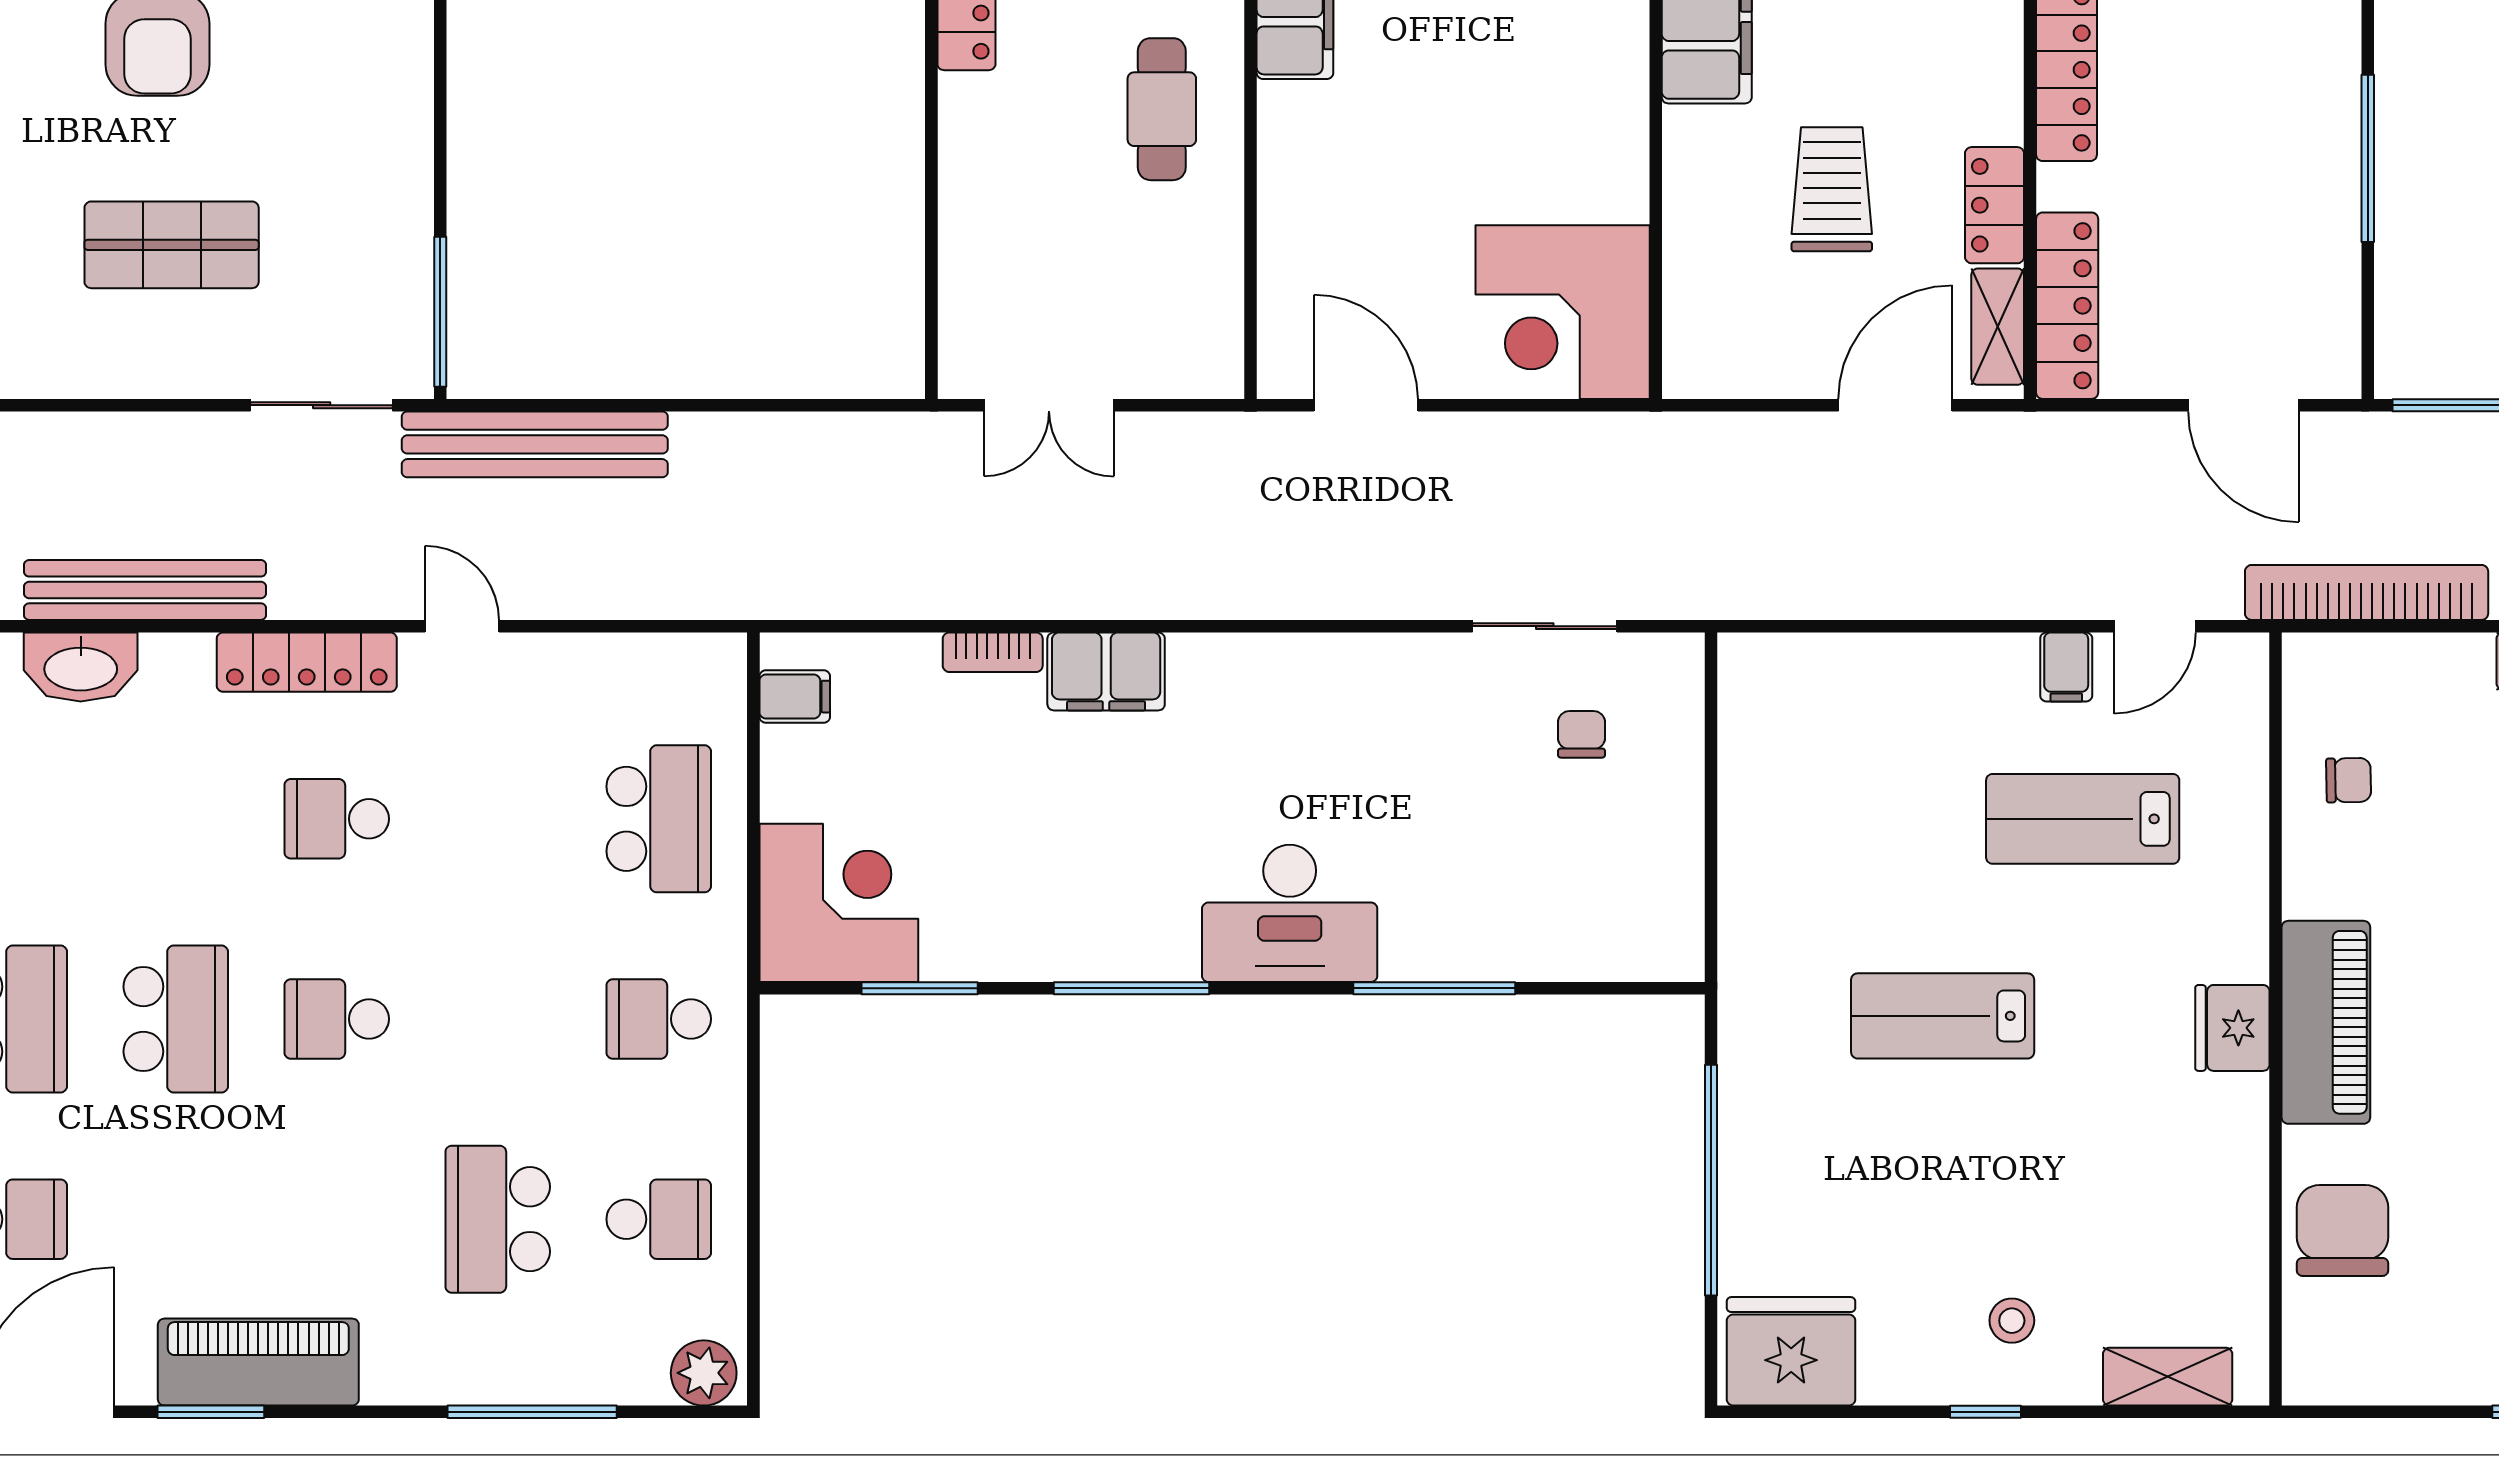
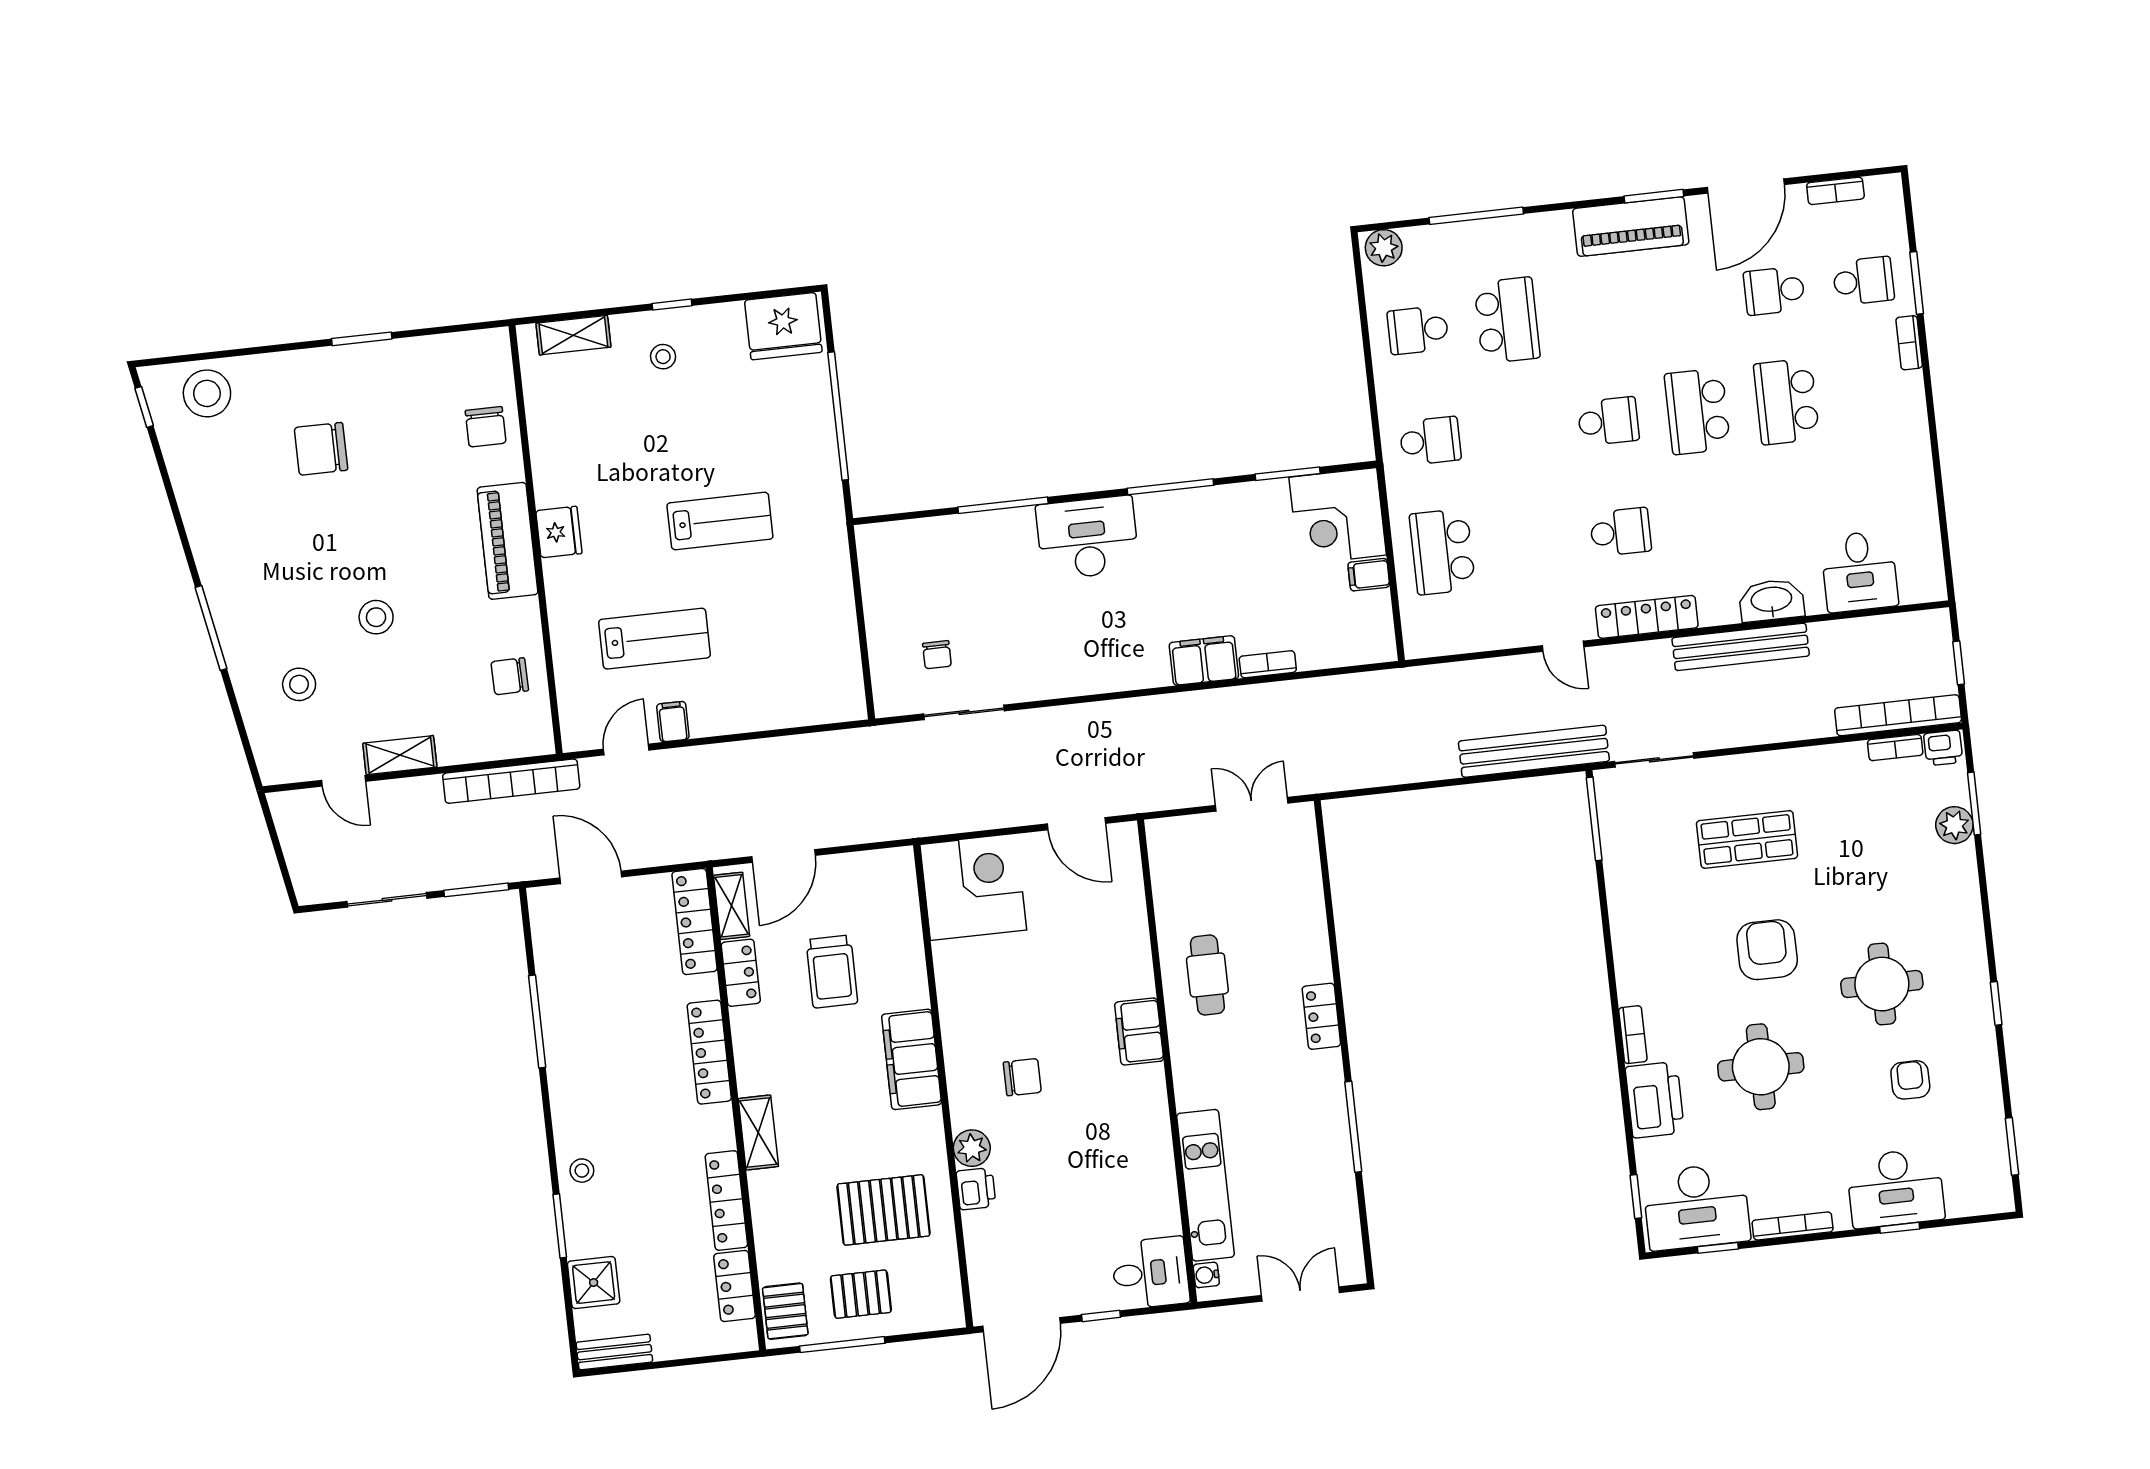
filing cabinet: (795, 697) -> (1369, 575), moved
chair: (2349, 780) -> (510, 676), width x1.37, depth x1.37
chair: (2343, 1230) -> (486, 427), width x0.73, depth x0.73

